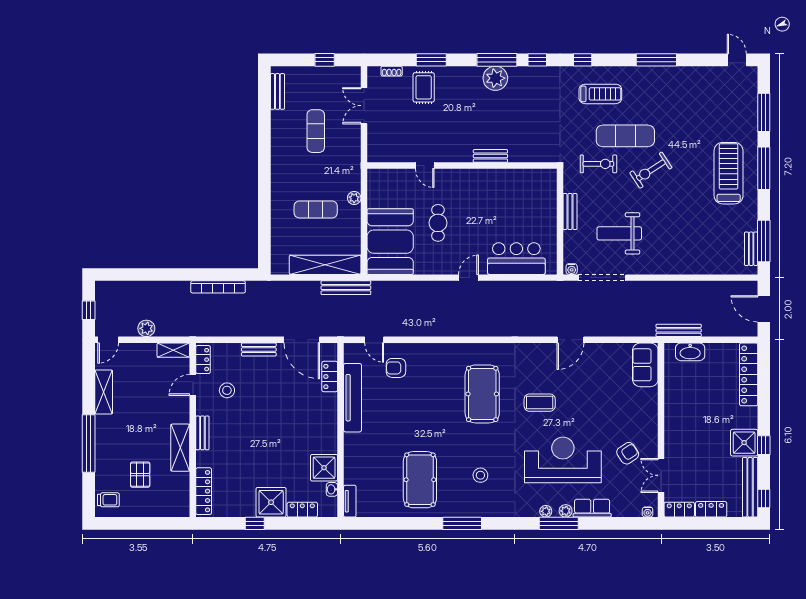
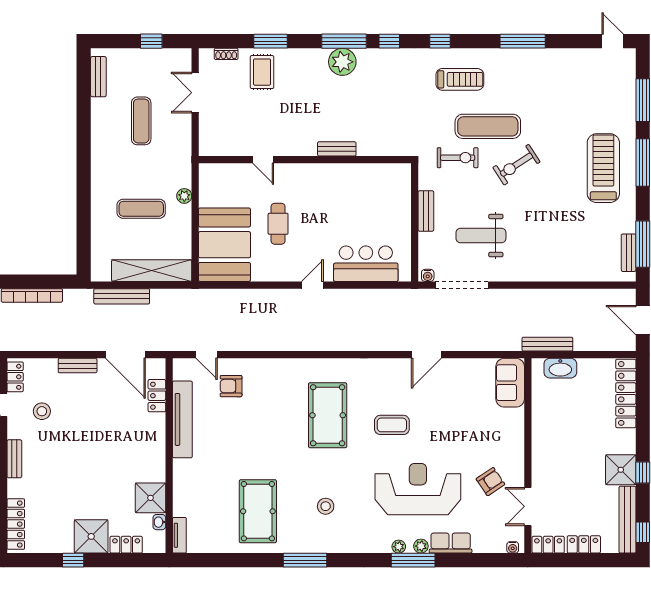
bench: (346, 288) -> (122, 296), moved

